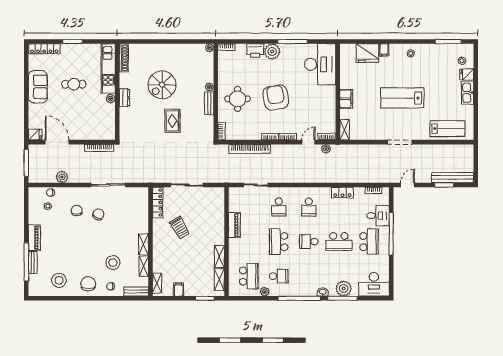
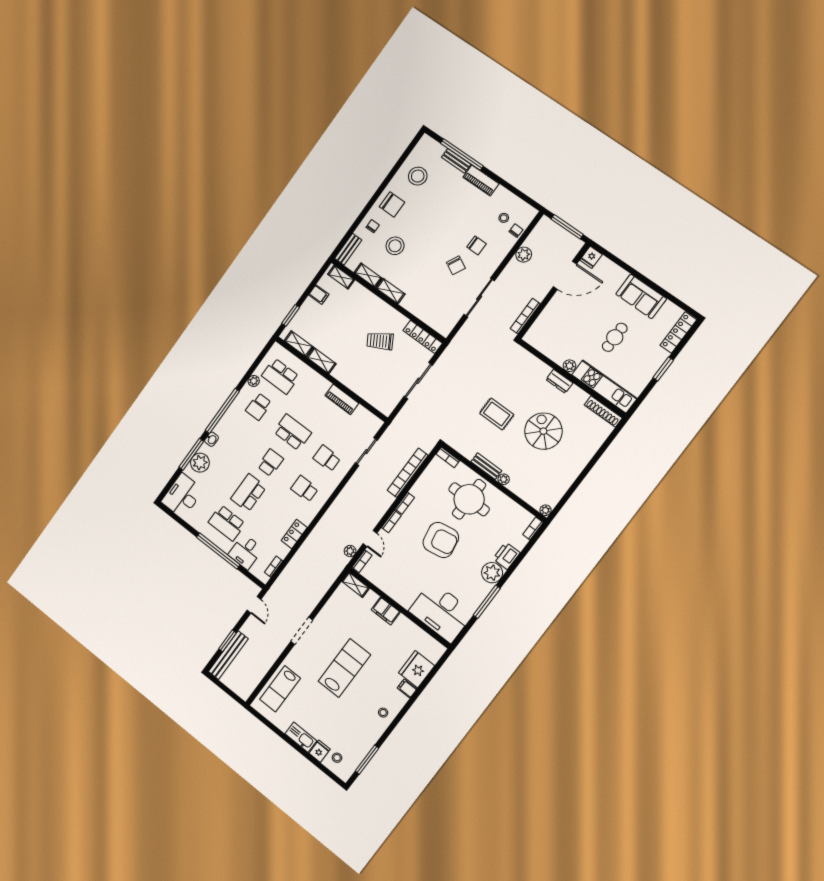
round table: (238, 99) -> (469, 499), width x1.36, depth x1.36

